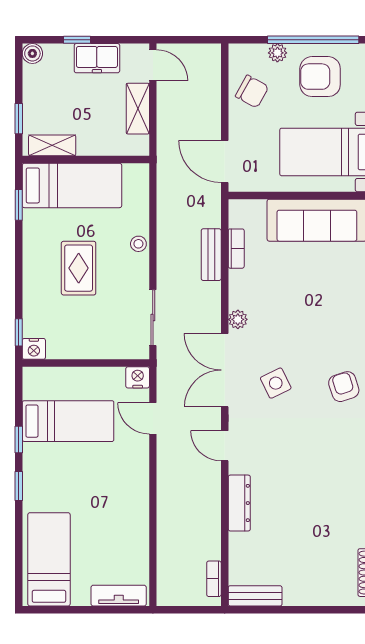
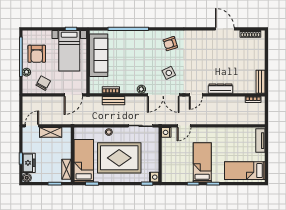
freezer: (97, 58) -> (29, 163), moved
rug: (79, 268) -> (119, 158), width x1.86, depth x2.06
bed: (68, 421) -> (202, 162), moved

